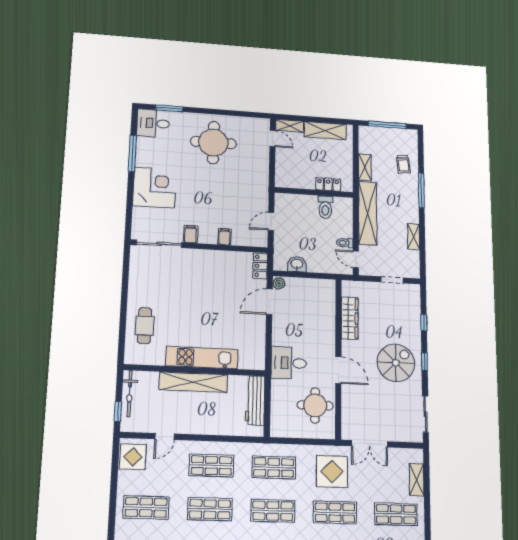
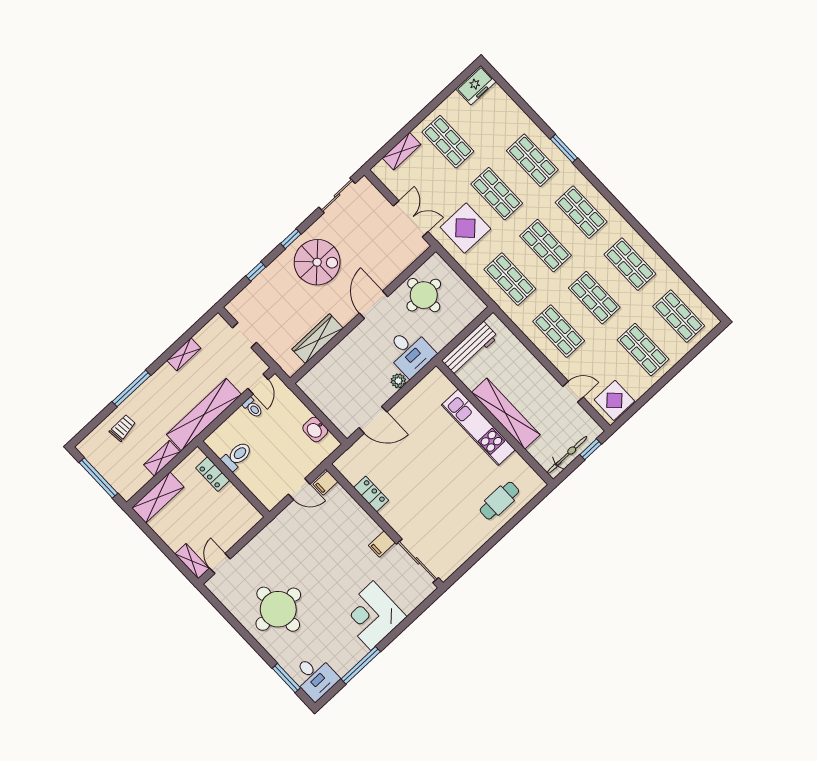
shelving: (325, 131) -> (158, 497), moved, turned 90
filing cabinet: (224, 237) -> (325, 483), moved
locker: (260, 266) -> (371, 494), moved, turned -90
plant: (279, 283) -> (398, 381), moved
spiral stairs: (396, 363) -> (317, 262), turned 180

